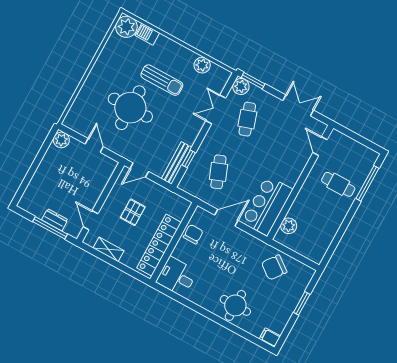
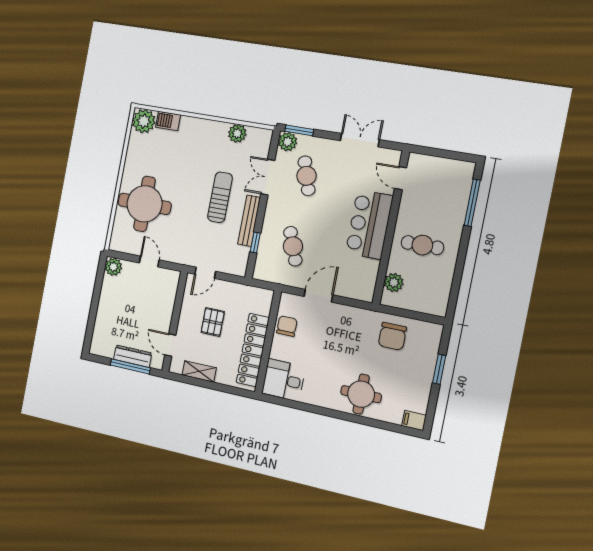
sun lounger: (162, 80) -> (220, 197), moved, turned -90
round table: (130, 108) -> (145, 204), moved
bench: (176, 163) -> (249, 221), moved
cafe table: (338, 184) -> (422, 245), moved
bar counter: (267, 206) -> (369, 225), moved
dresser: (55, 220) -> (133, 356), width x1.44
chair: (274, 267) -> (392, 336), turned -37

